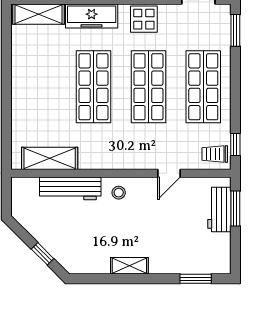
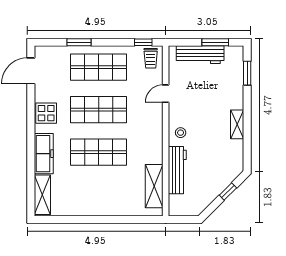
window: (235, 30) -> (79, 42), moved
door: (169, 173) -> (166, 94), swing flipped
window: (235, 208) -> (215, 42), moved
workbench: (219, 210) -> (200, 55), width x1.38

